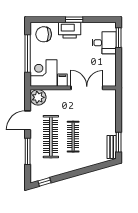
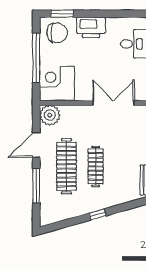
window: (74, 20) -> (62, 14), moved
chair: (44, 34) -> (57, 33), turned 180
filing cabinet: (62, 80) -> (82, 93), removed
window: (45, 182) -> (97, 214), moved

